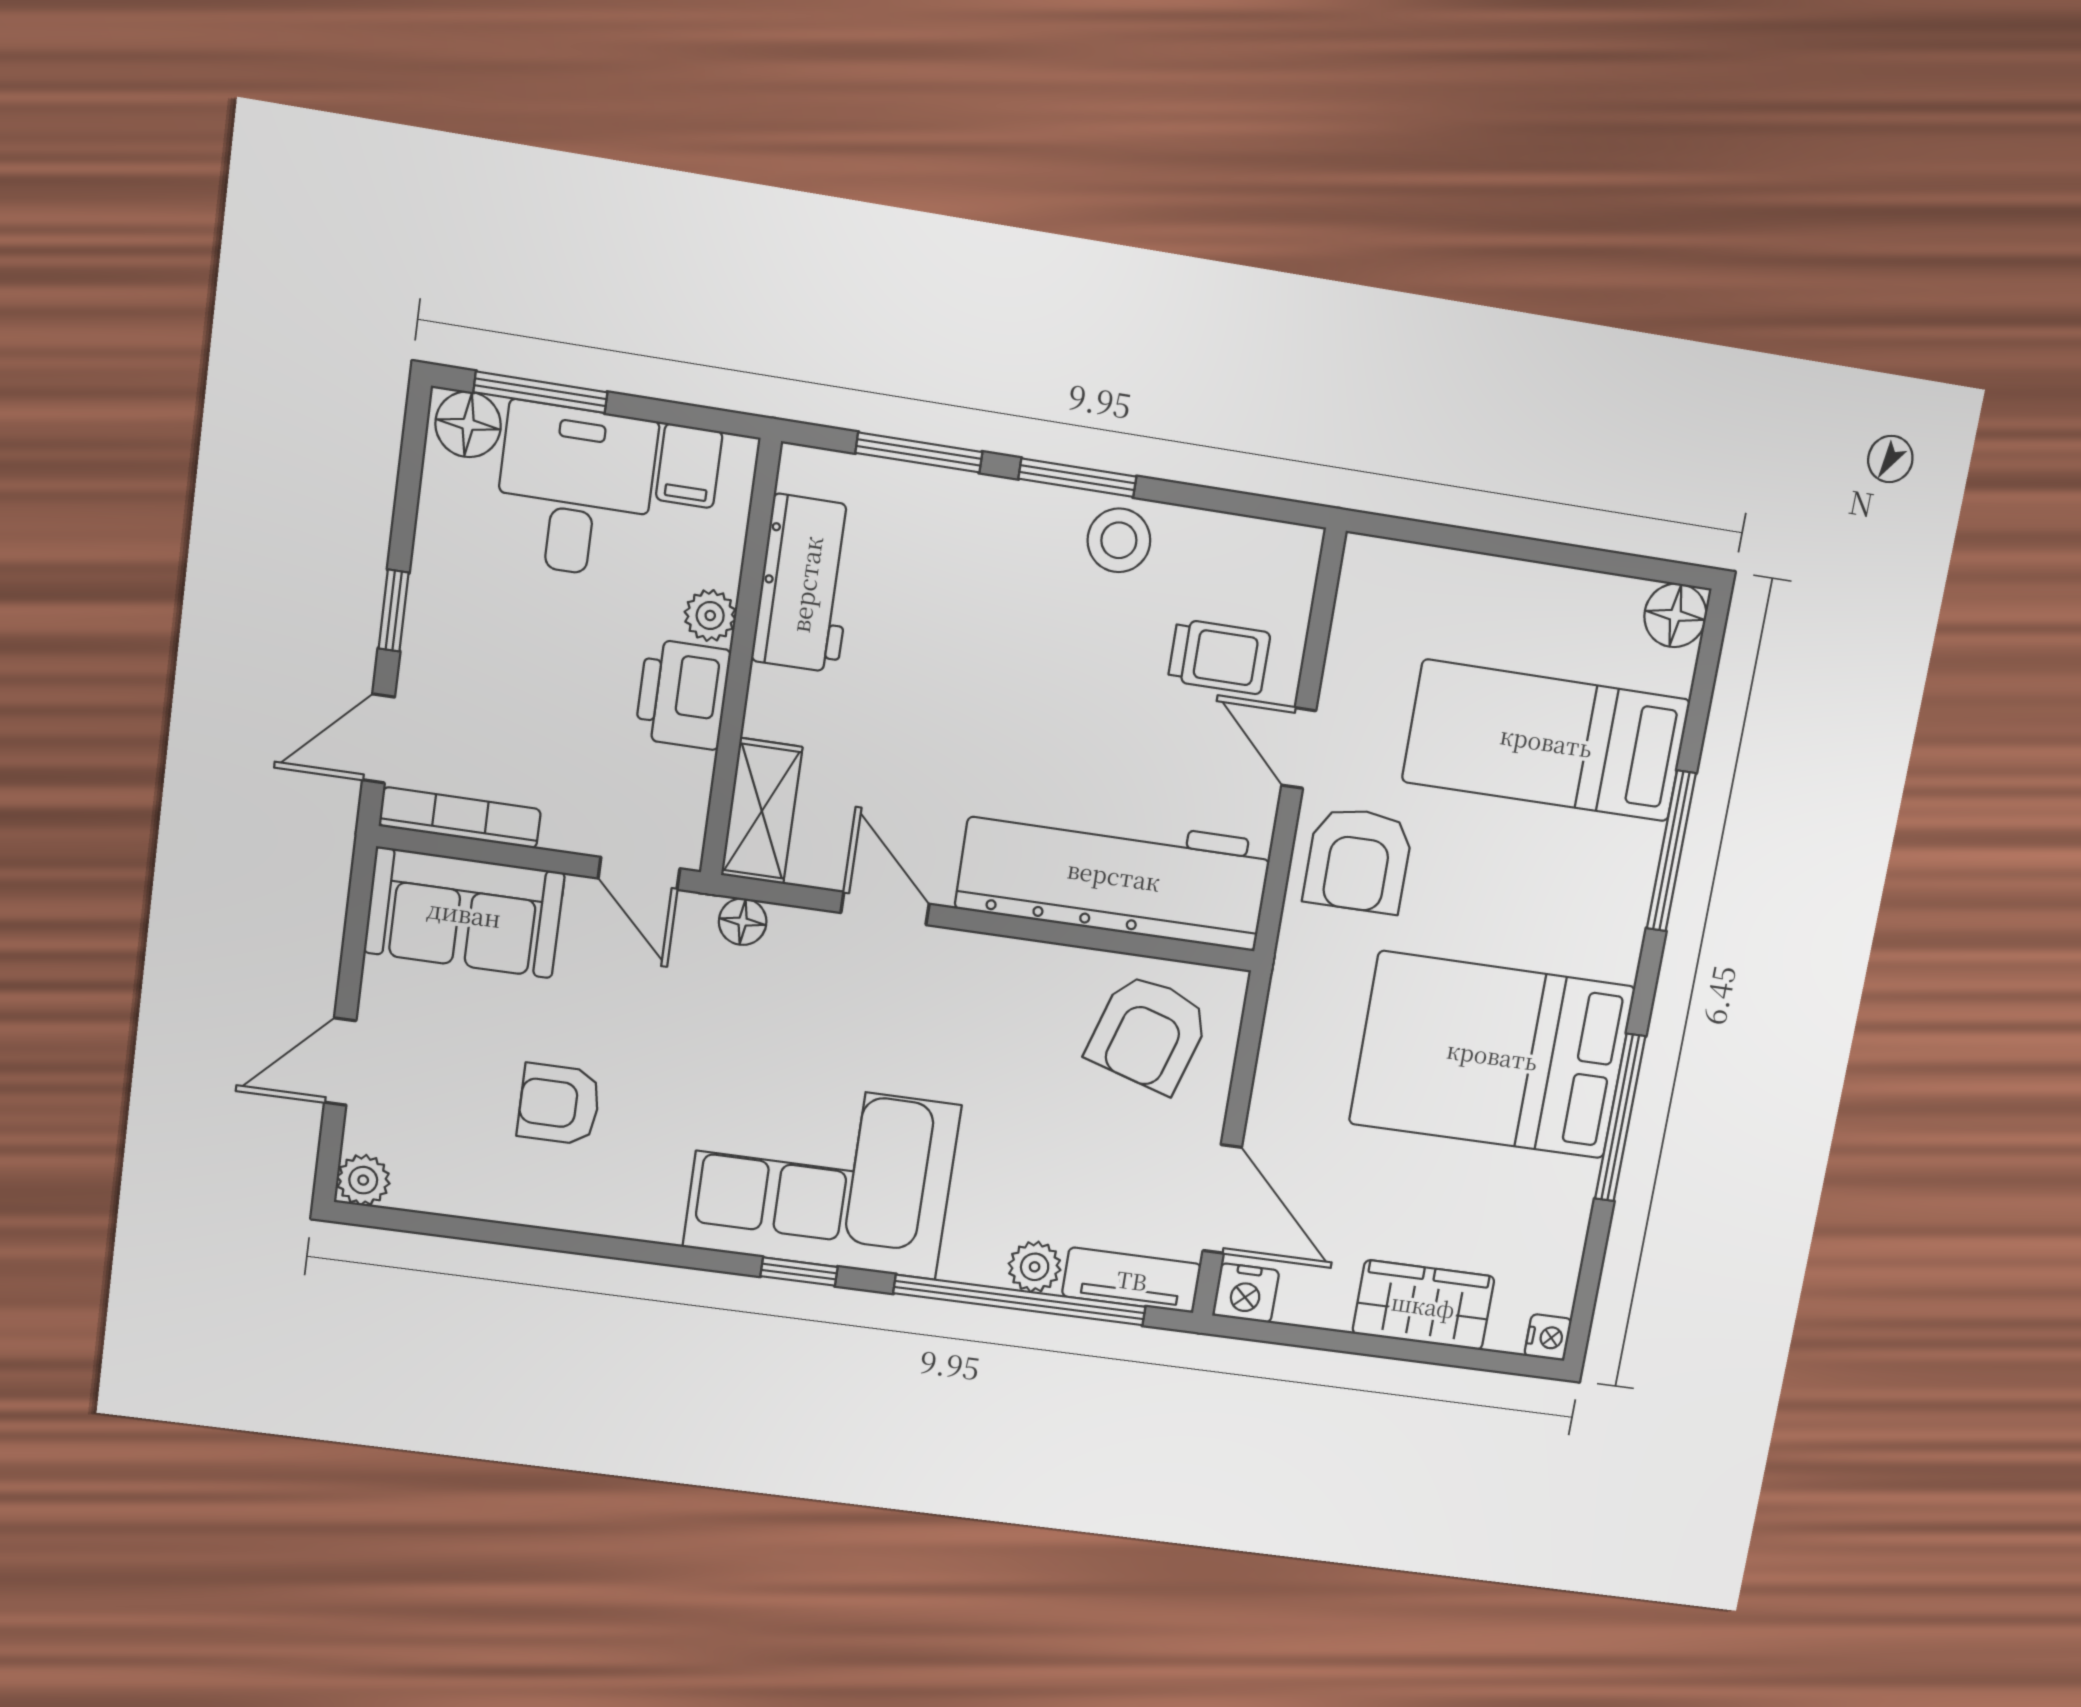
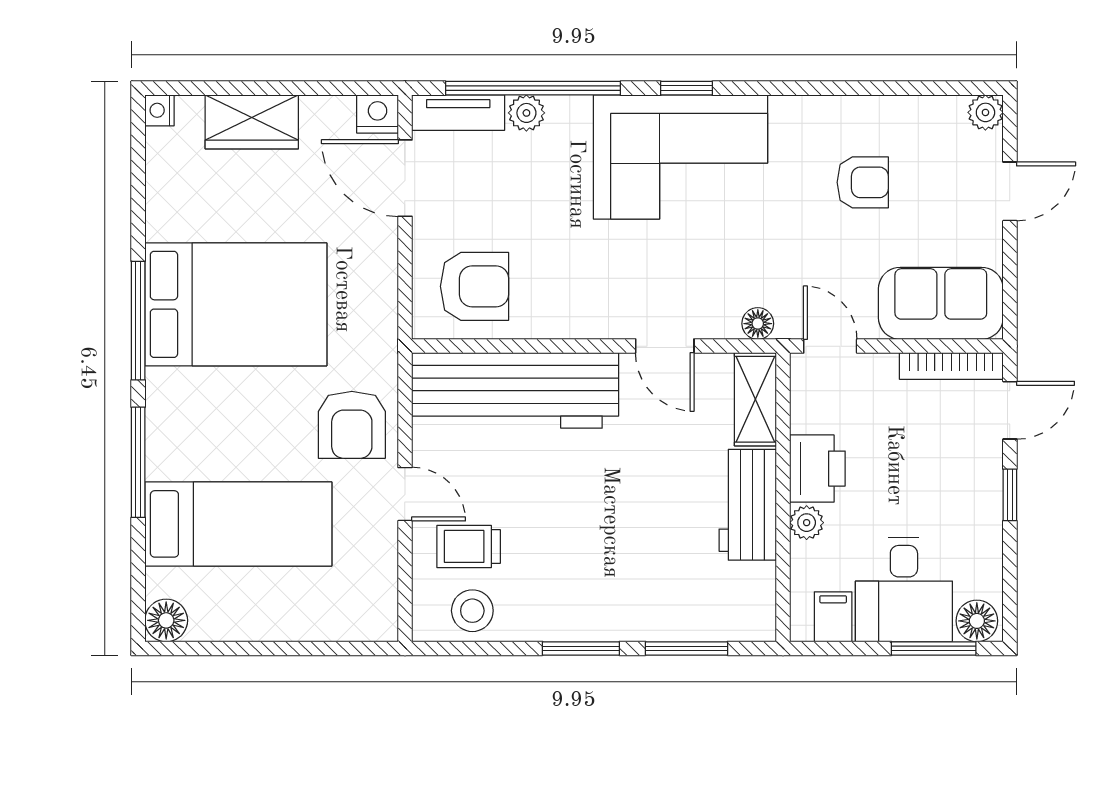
stool: (1119, 540) -> (472, 611), moved
workbench: (806, 584) -> (748, 505), moved
armchair: (1358, 860) -> (352, 425), turned 180
armchair: (1149, 1033) -> (474, 286), turned 73
window: (1620, 1118) -> (138, 321), moved

